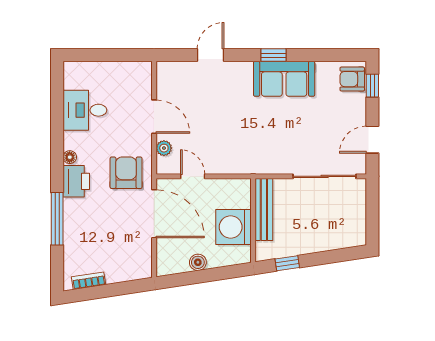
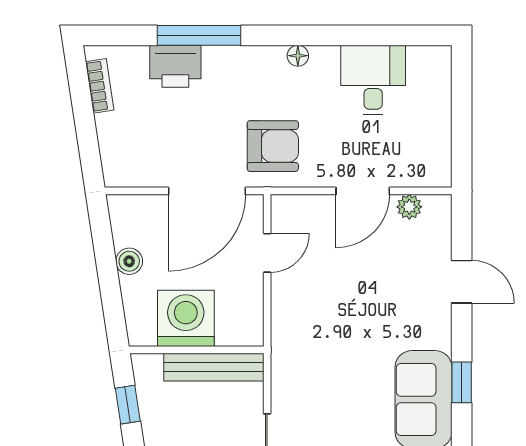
plant: (164, 148) -> (409, 207), moved
printer: (76, 181) -> (175, 66), moved

